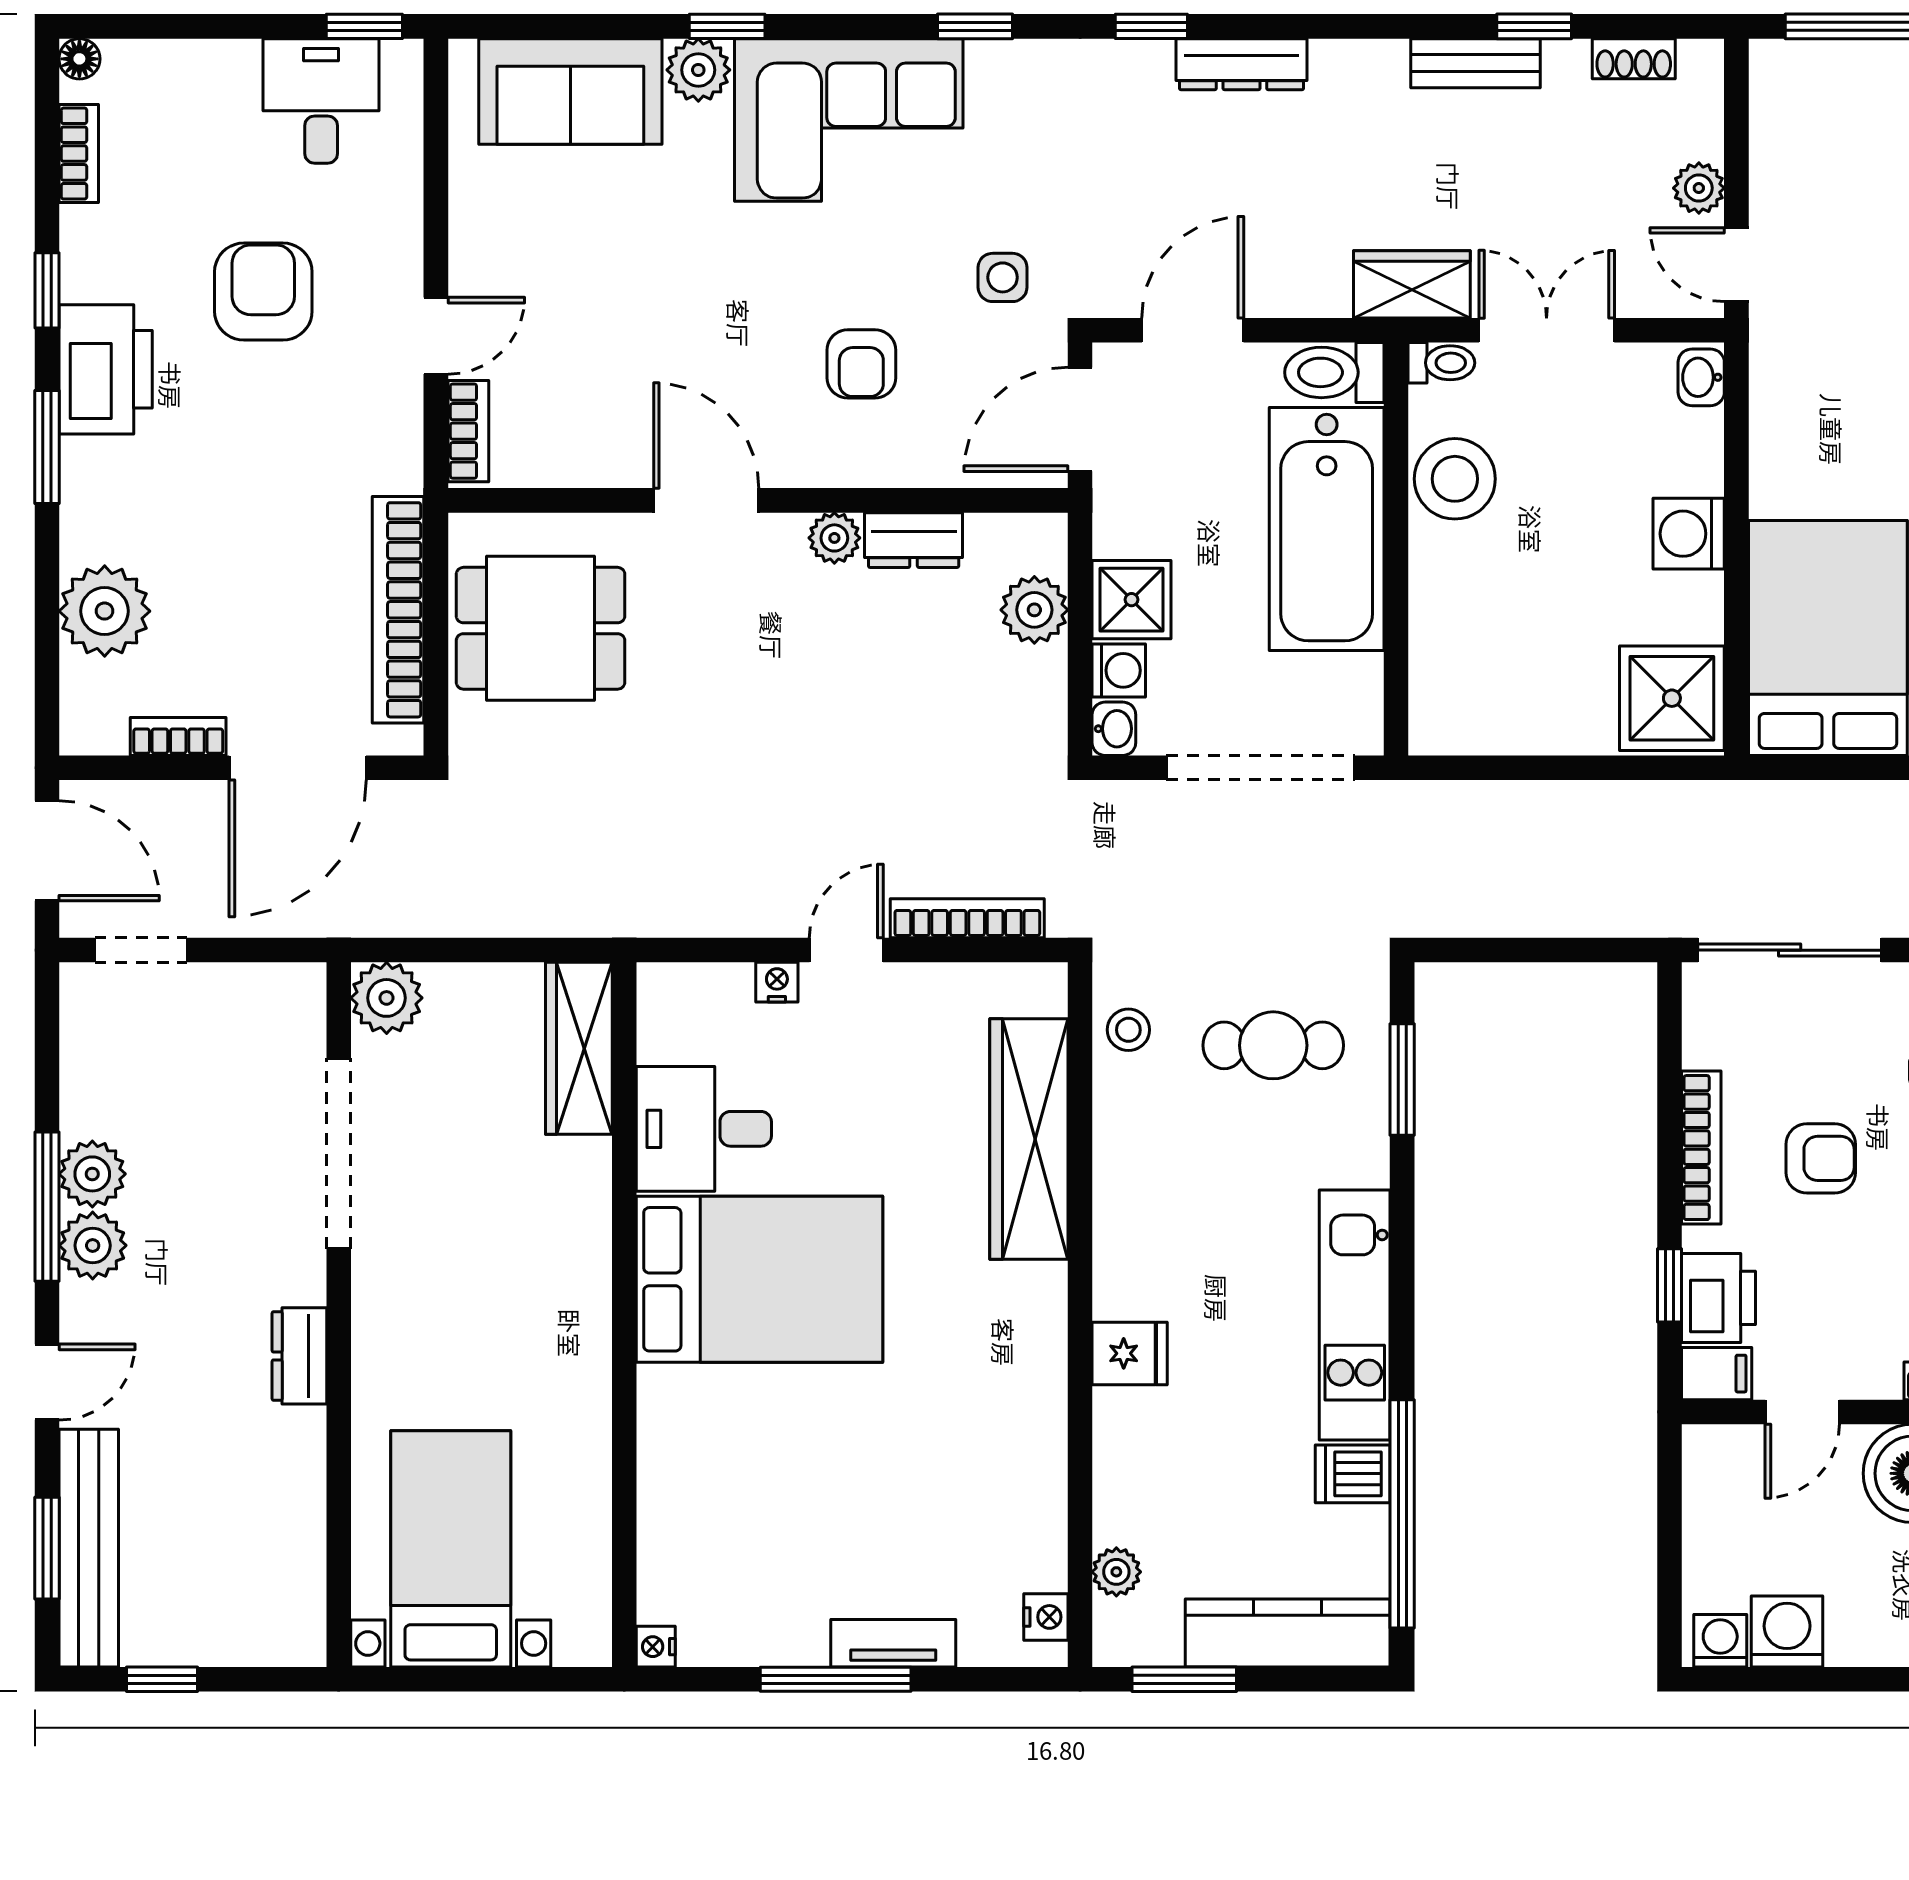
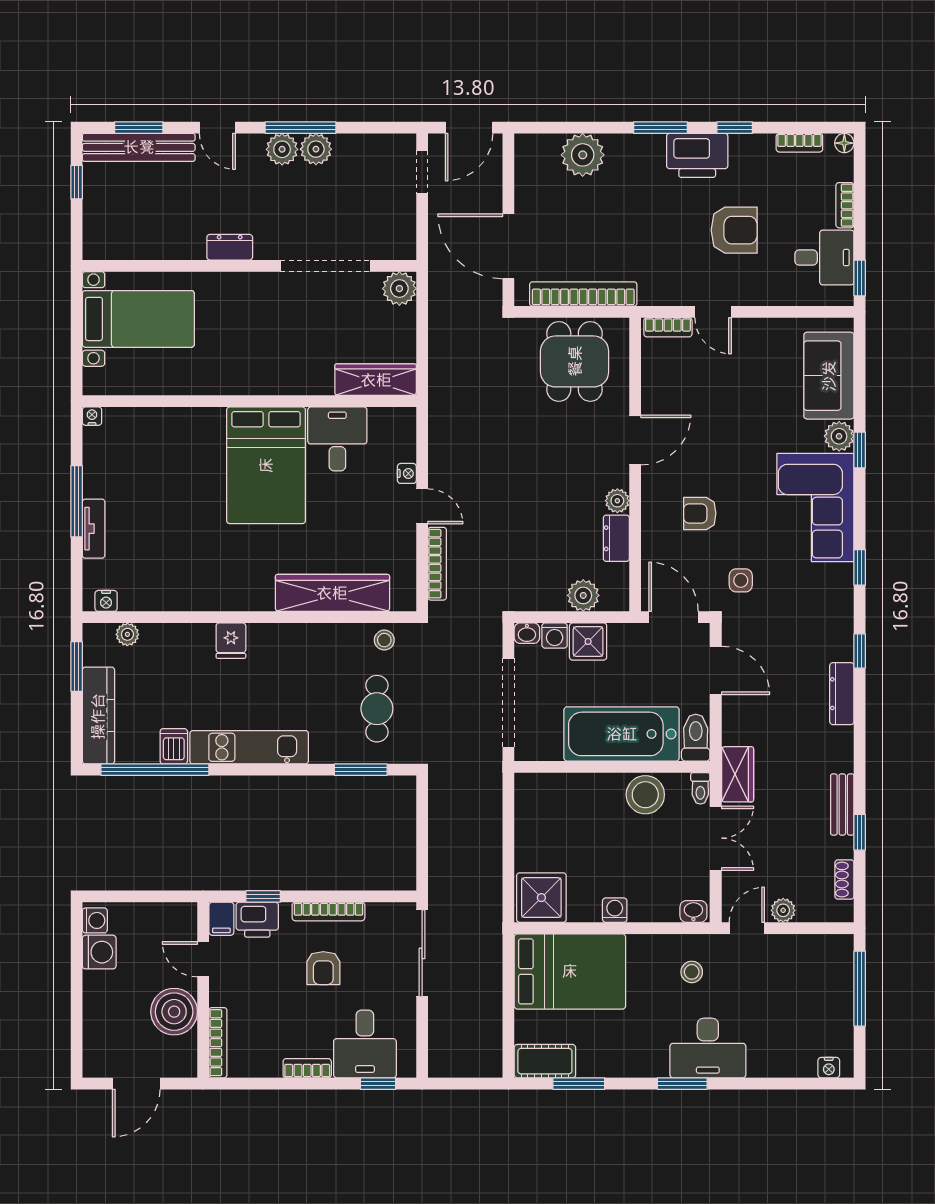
stool: (1829, 381) -> (692, 972), added
washing machine: (1689, 534) -> (615, 910), width x0.73, depth x0.73
bookcase: (178, 737) -> (845, 205), moved, turned 180

